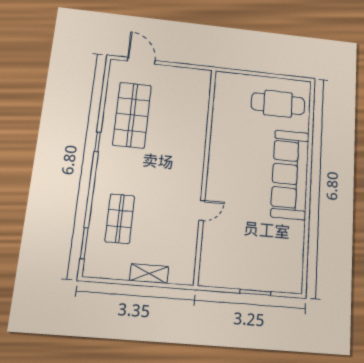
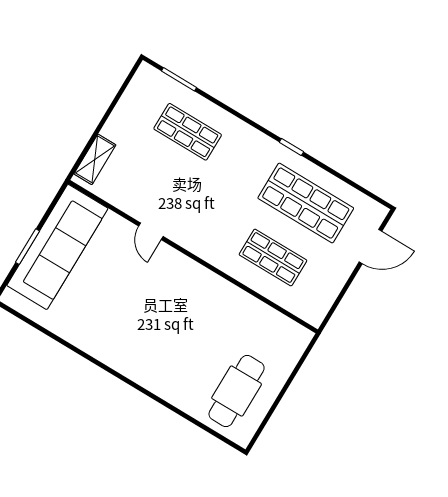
shop shelf: (179, 120) -> (273, 257), added
sofa: (290, 174) -> (57, 247), moved, turned 90
shelving: (149, 274) -> (95, 159), moved

